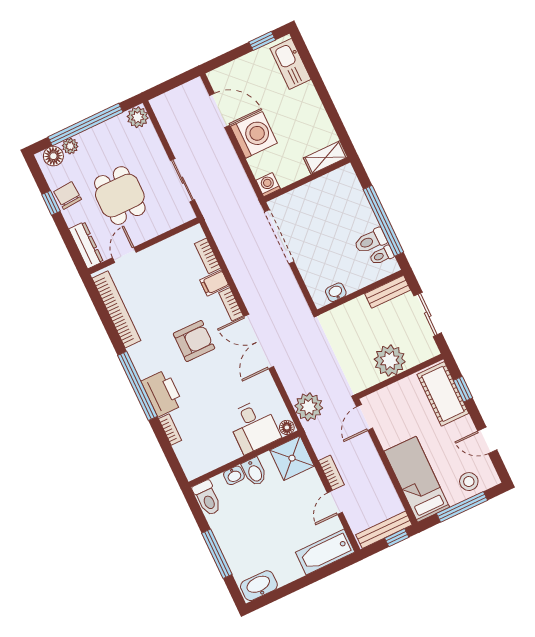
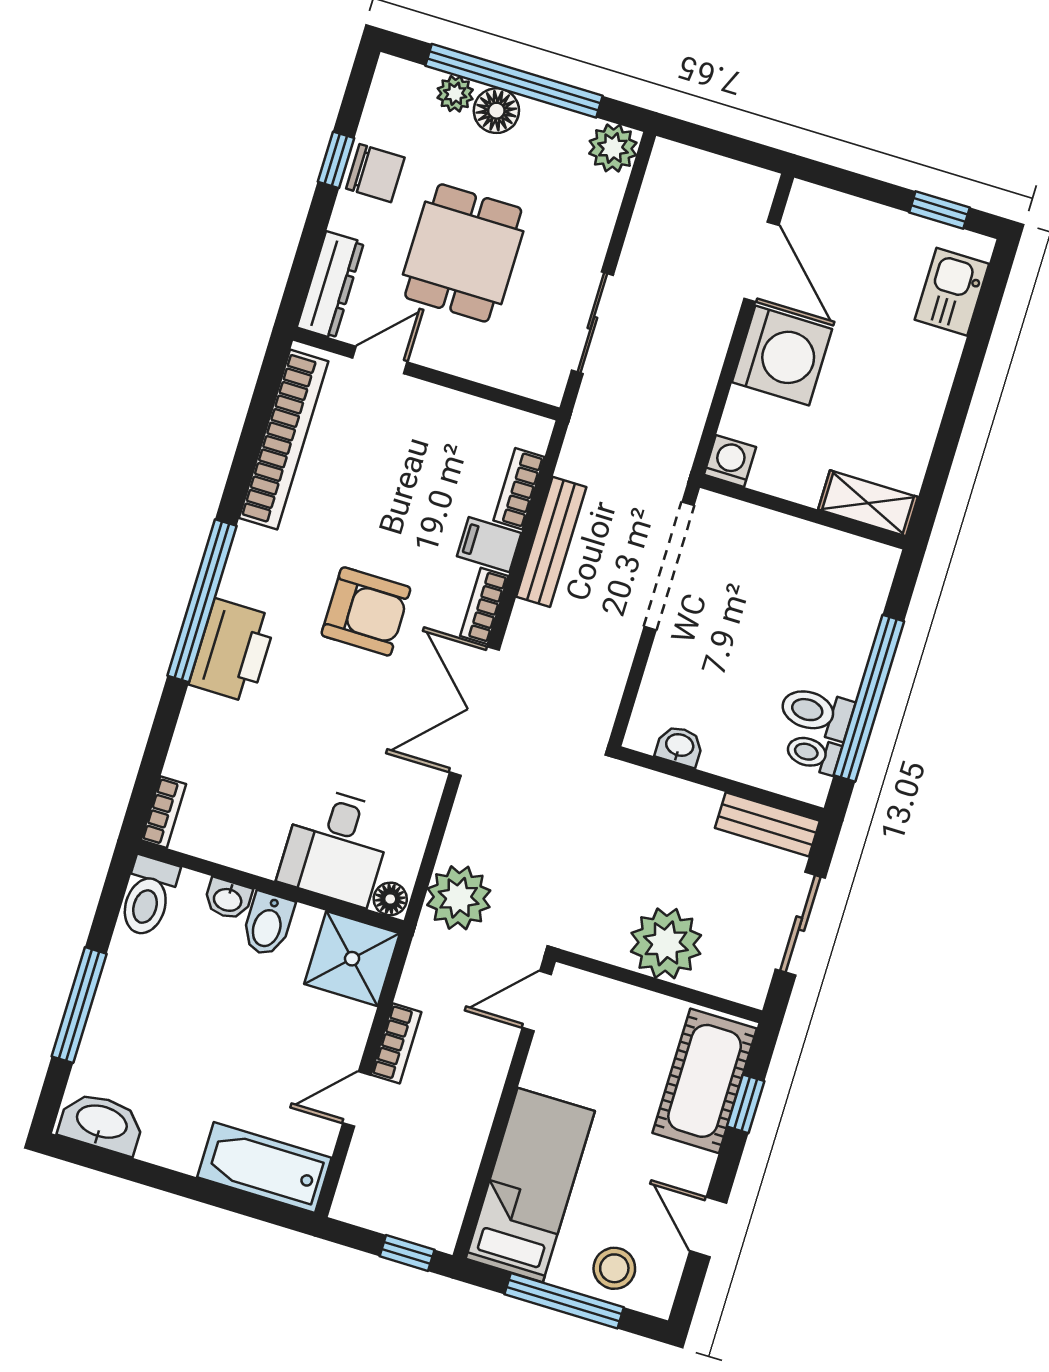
kitchen sink: (290, 64) -> (952, 292), width x0.73
floor lamp: (53, 156) -> (496, 111), moved
chair: (68, 195) -> (375, 173), turned 94
bookcase: (170, 430) -> (164, 812), moved
bench: (384, 530) -> (551, 542), moved, turned 90

